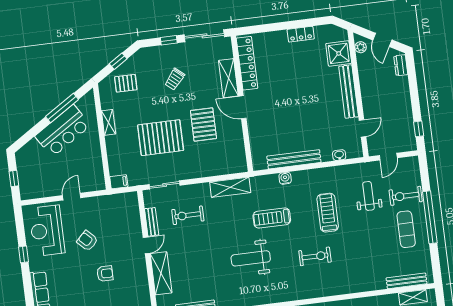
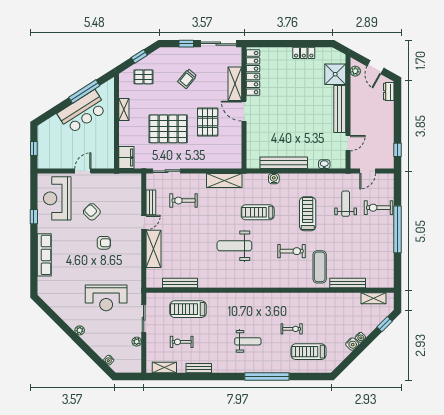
filing cabinet: (119, 182) -> (126, 158), width x2.00
exercise mat: (406, 229) -> (320, 267), moved
bench: (407, 281) -> (348, 283), moved

